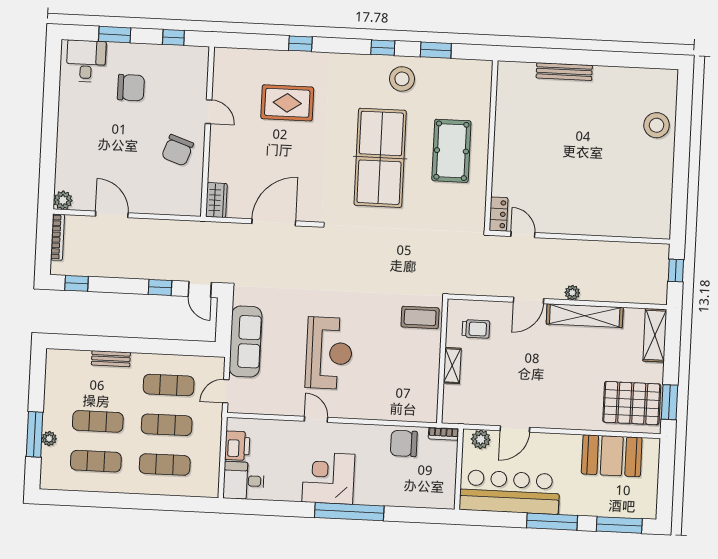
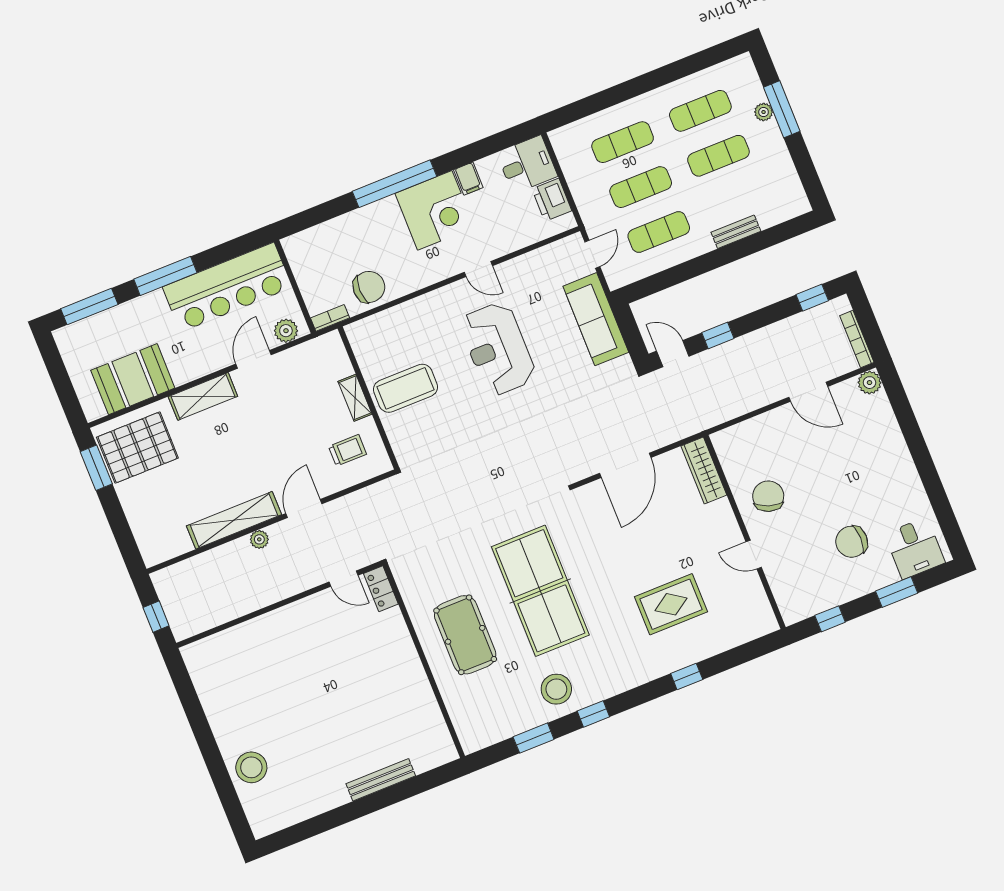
wardrobe: (216, 200) -> (704, 470), width x1.50
coffee table: (420, 317) -> (406, 388), moved, width x1.36, depth x1.32
trolley: (476, 329) -> (347, 450), turned 180
shelving: (655, 335) -> (203, 396), moved, turned 90
filing cabinet: (292, 490) -> (468, 179), added

